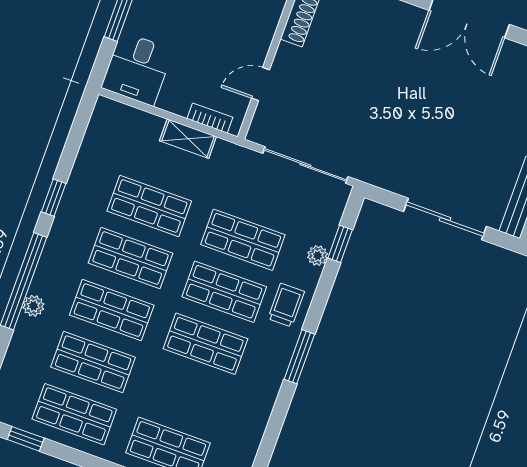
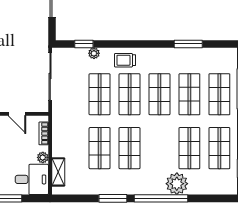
plant: (169, 101) -> (43, 157), added
shelving: (188, 139) -> (58, 172), moved
window: (54, 198) -> (113, 198), width x1.50
plant: (33, 306) -> (177, 184), width x1.88, depth x1.88
shop shelf: (112, 310) -> (189, 94), moved
window: (299, 357) -> (188, 44), moved

